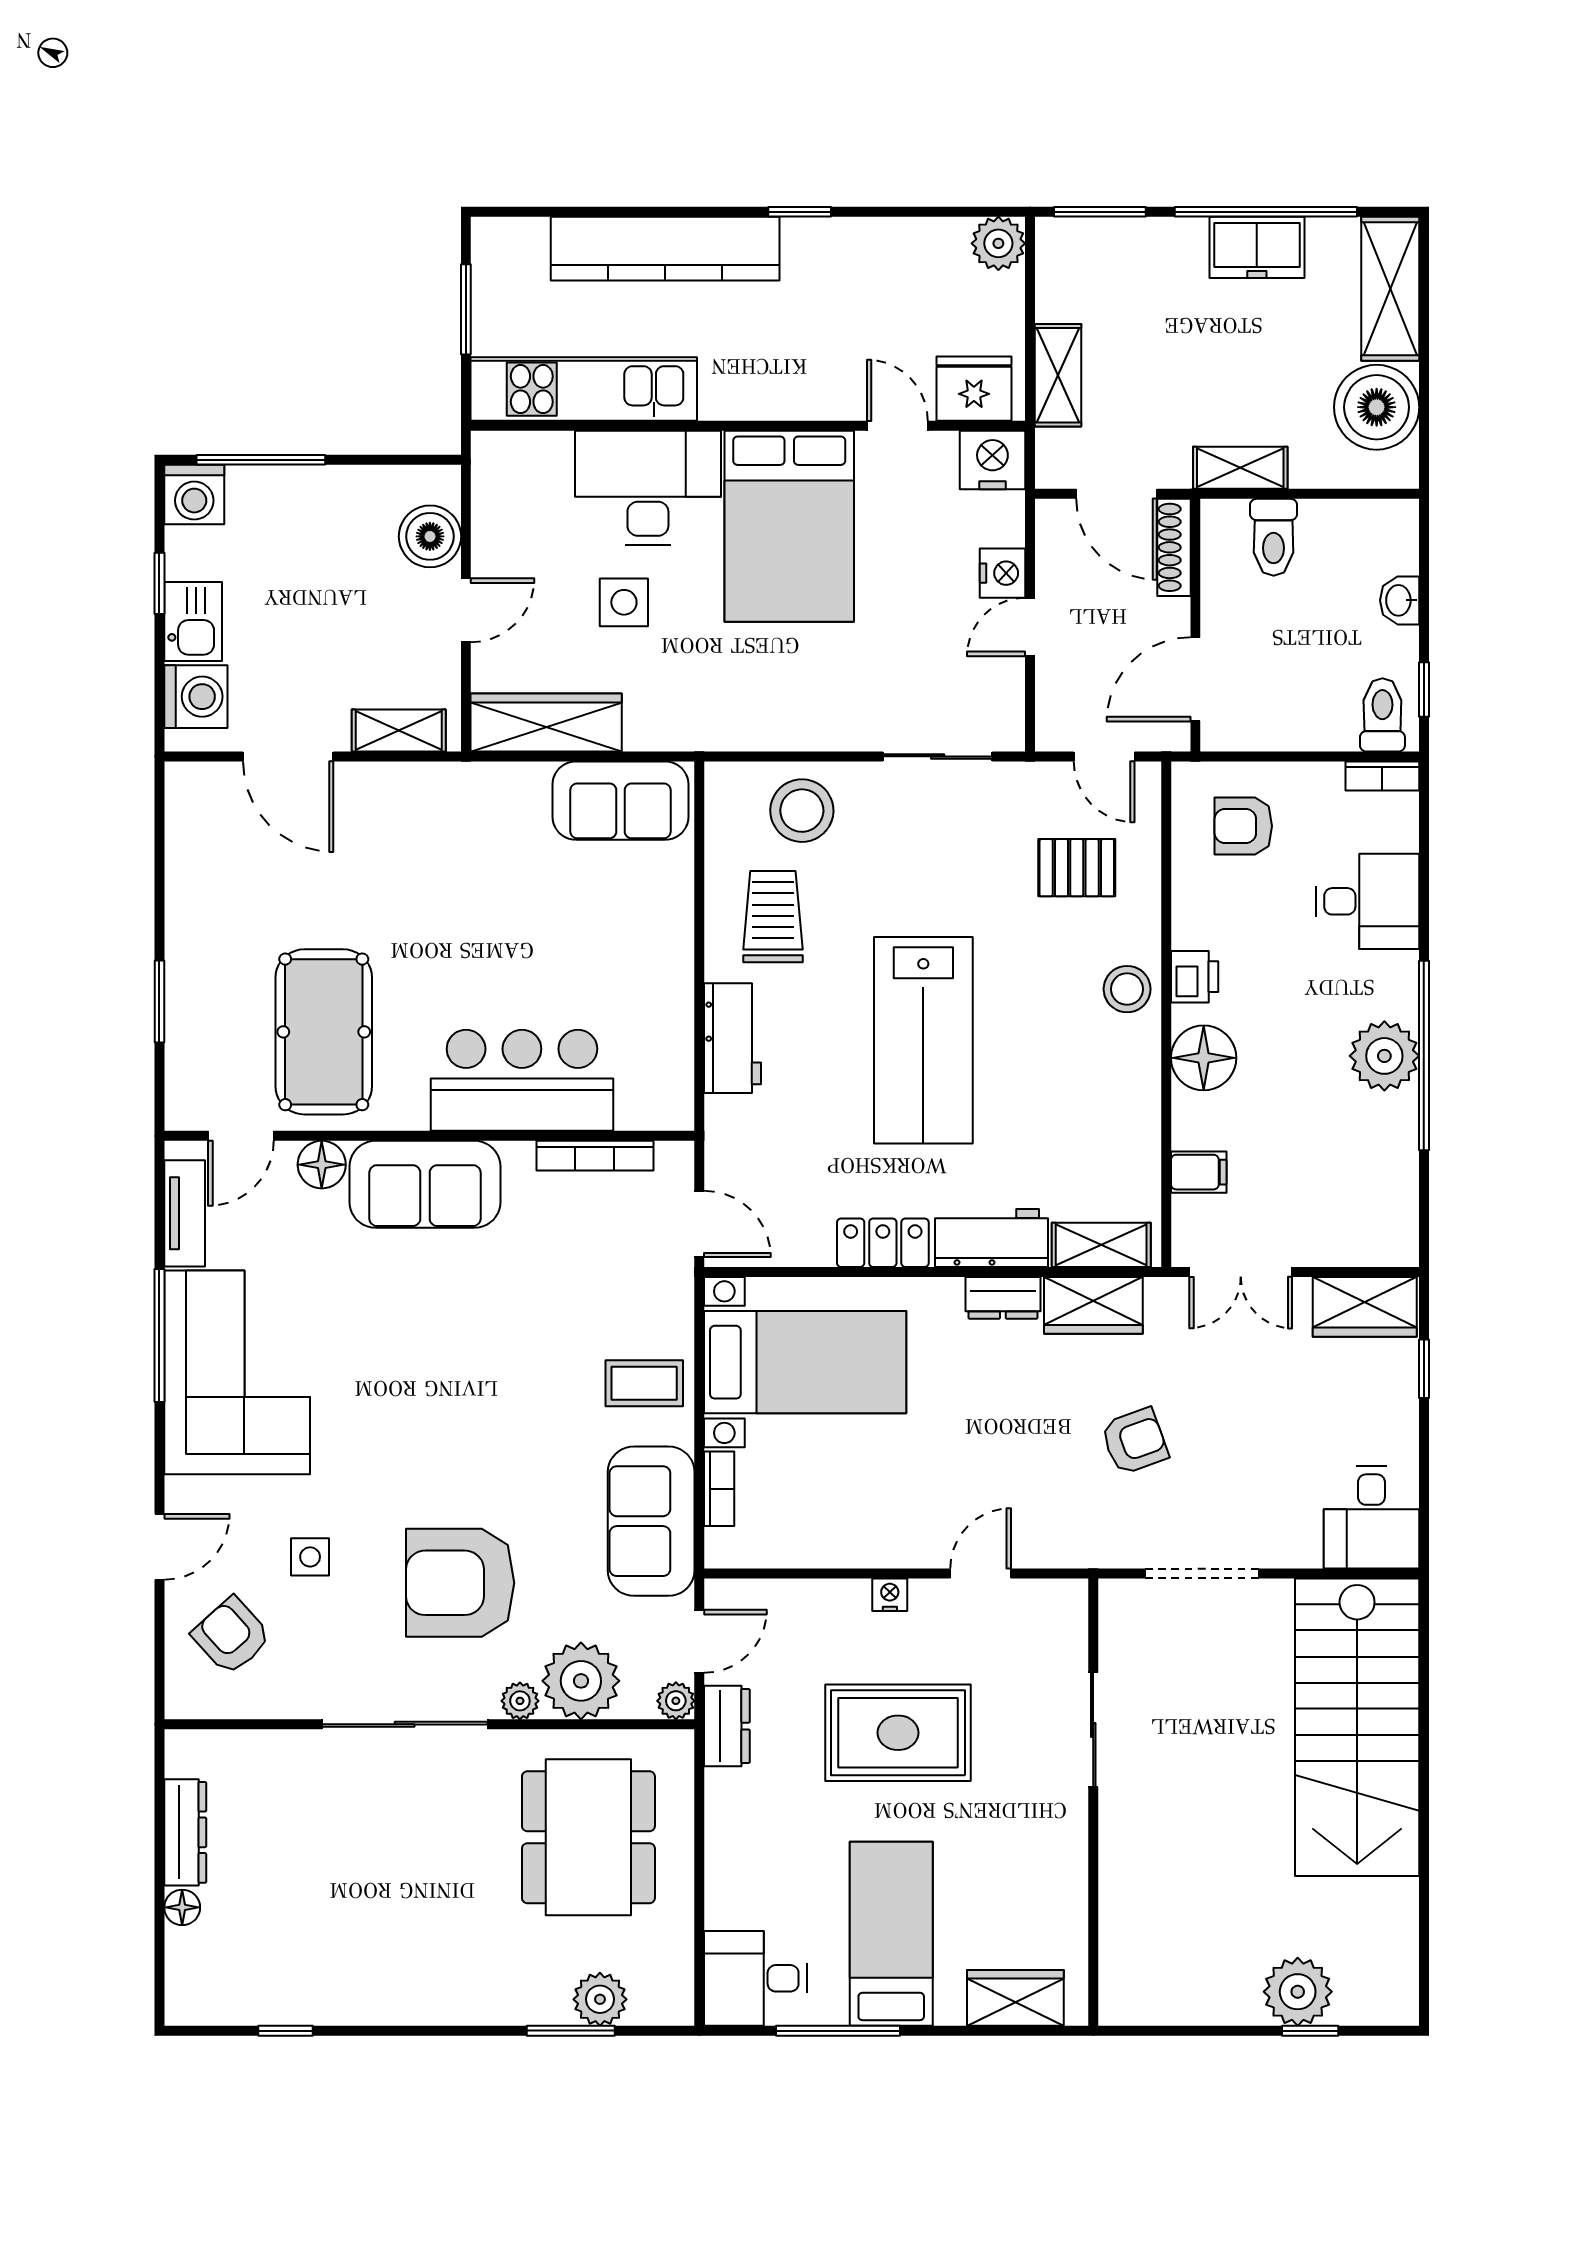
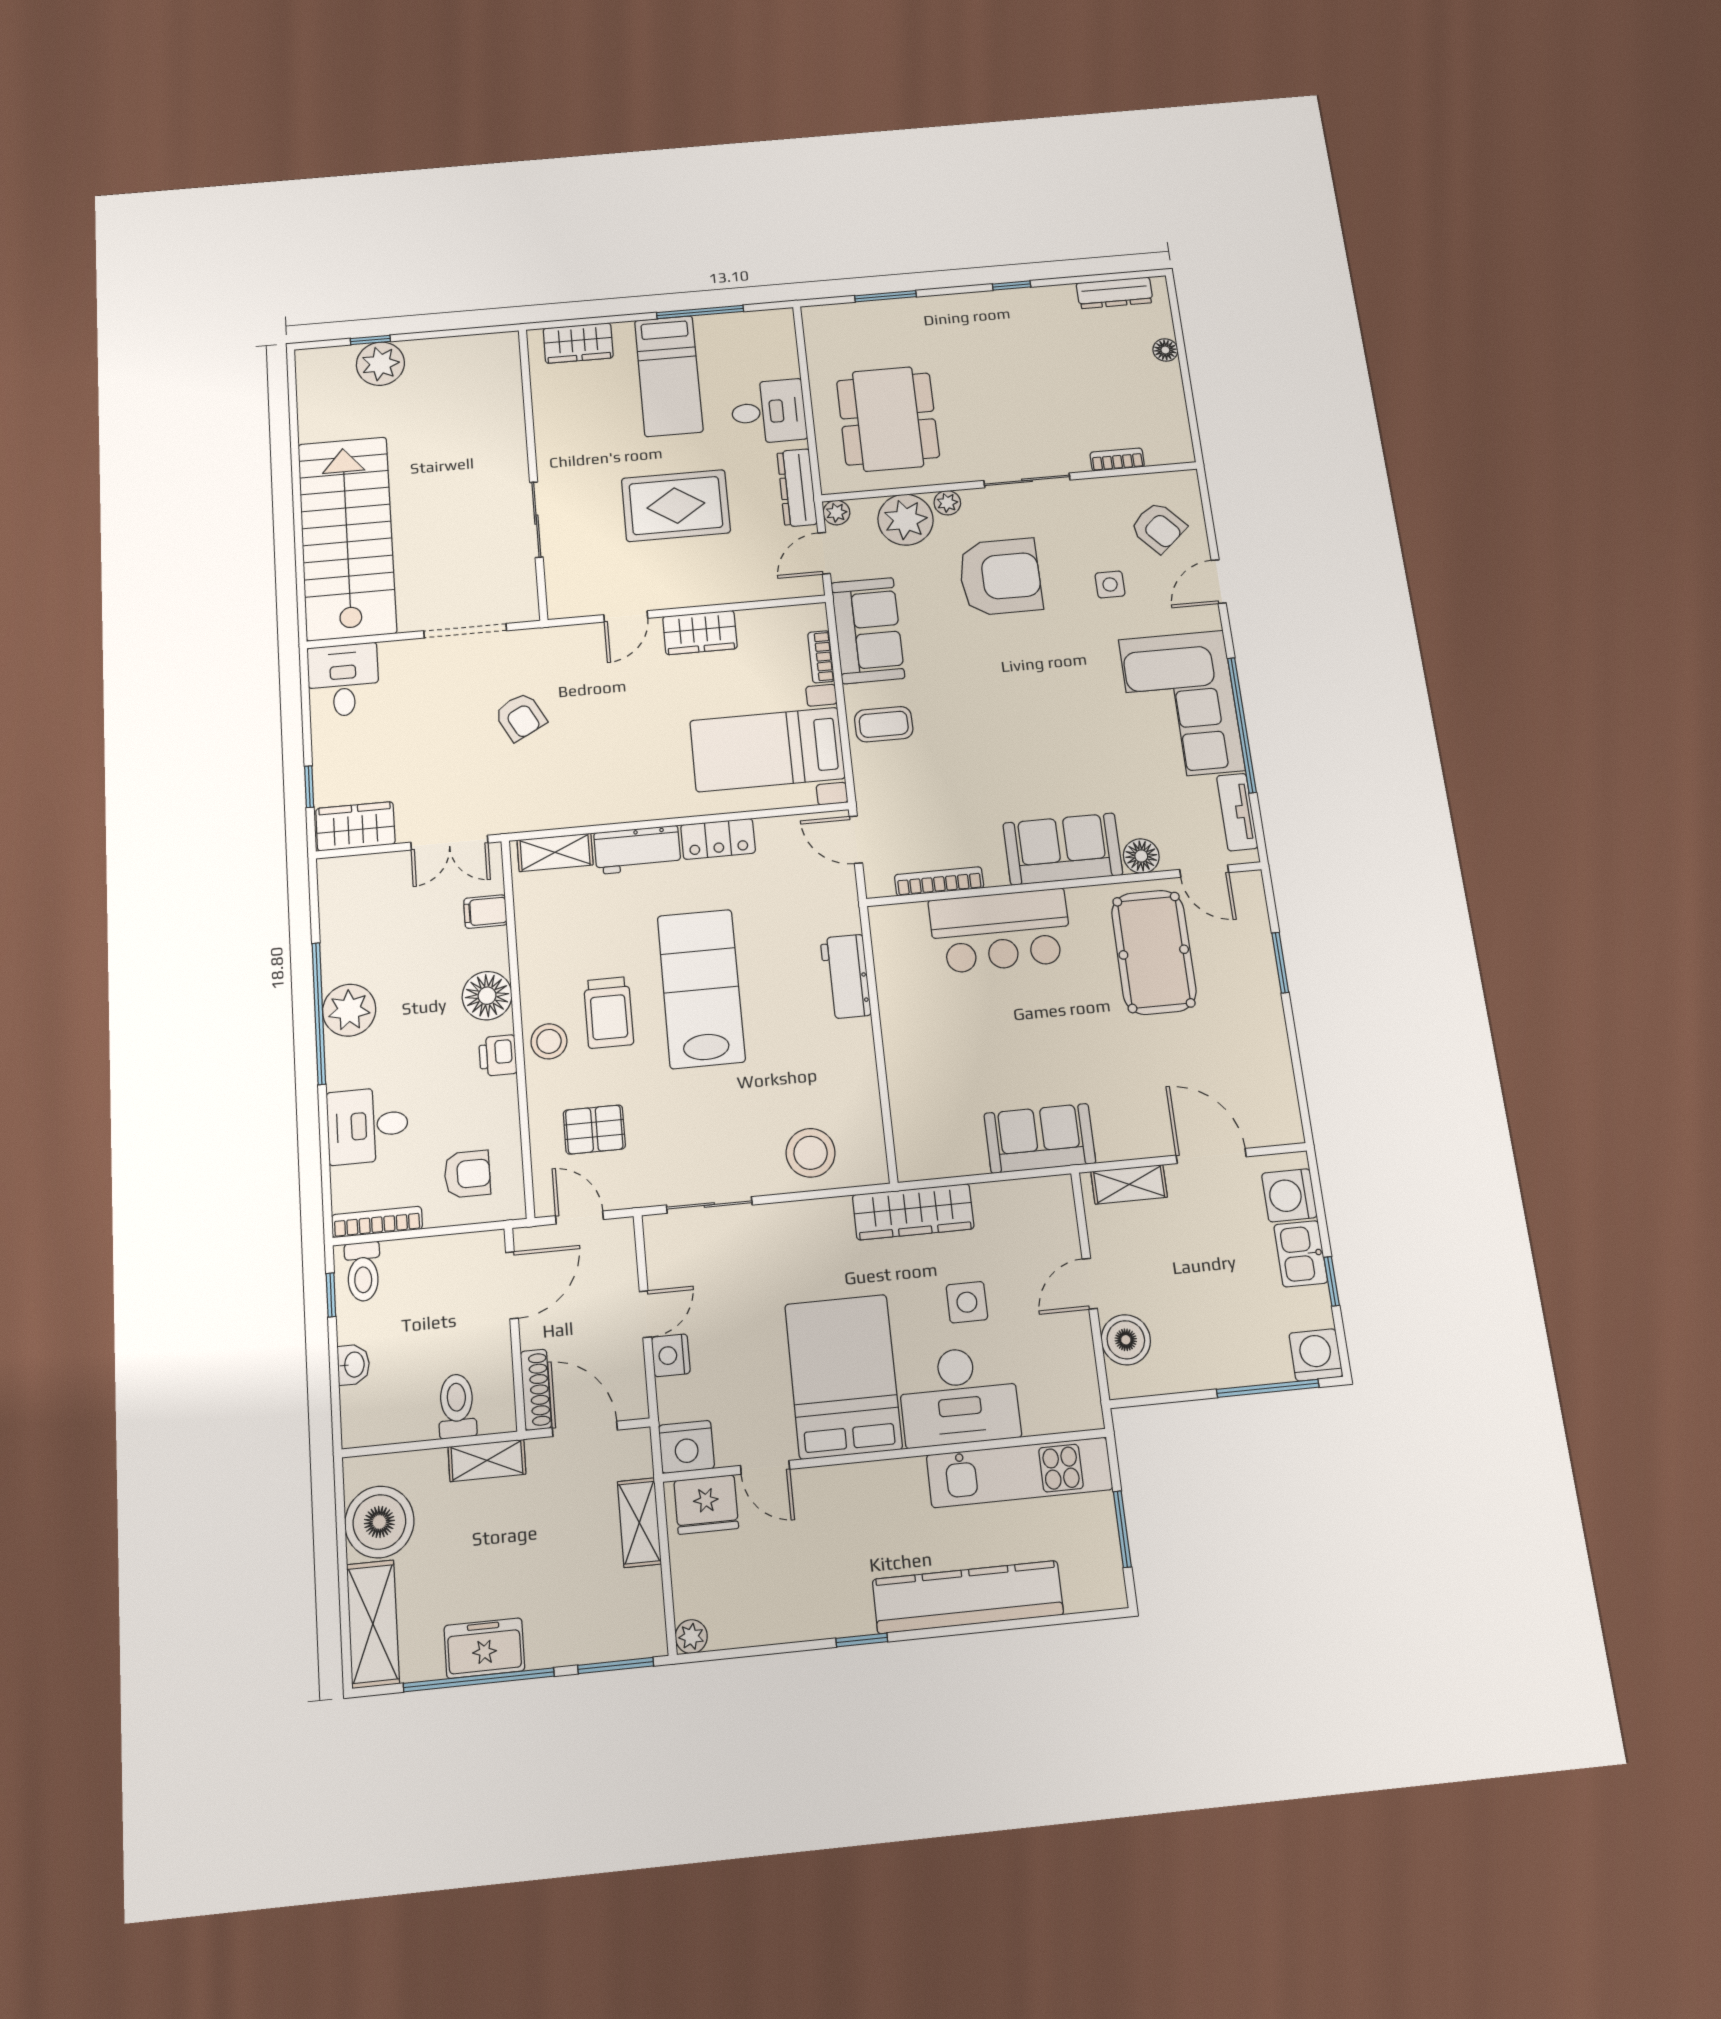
plant: (998, 243) -> (691, 1637), width x0.73, depth x0.73
wardrobe: (546, 722) -> (913, 1212), moved
bookcase: (1382, 776) -> (377, 1222), width x1.56
sofa: (620, 801) -> (1040, 1138), moved
trolley: (773, 917) -> (609, 1013), moved
door: (241, 1136) -> (1204, 871), swing flipped
double door: (1241, 1272) -> (449, 843), swing flipped
dresser: (1003, 1298) -> (625, 808), removed
wardrobe: (1093, 1305) -> (700, 633), moved, turned 180
window: (159, 1335) -> (1242, 725), width x1.46
armchair: (1135, 1441) -> (520, 717), turned -98
nightstand: (890, 1595) -> (690, 596), removed
sliding door: (405, 1724) -> (1027, 480), width x0.73
dresser: (727, 1726) -> (797, 488), width x1.44
bookcase: (274, 1744) -> (1117, 460), added
dresser: (185, 1832) -> (1115, 293), moved, turned -90
desk: (755, 1978) -> (769, 412), moved
plant: (600, 1999) -> (868, 317), removed
window: (285, 2031) -> (1012, 286), moved

